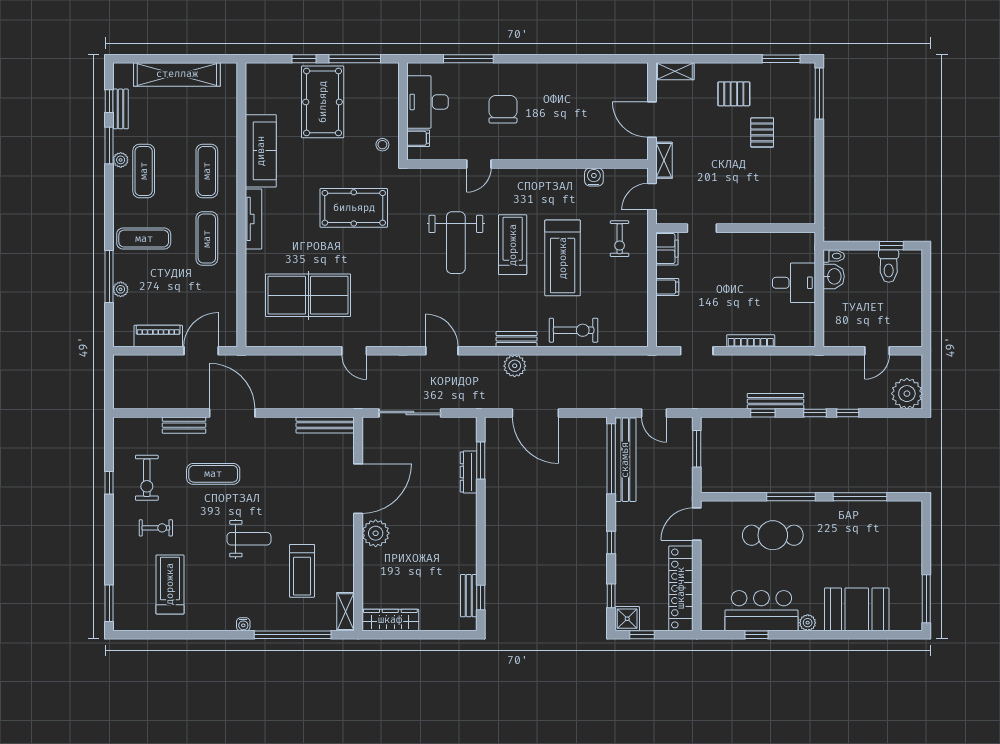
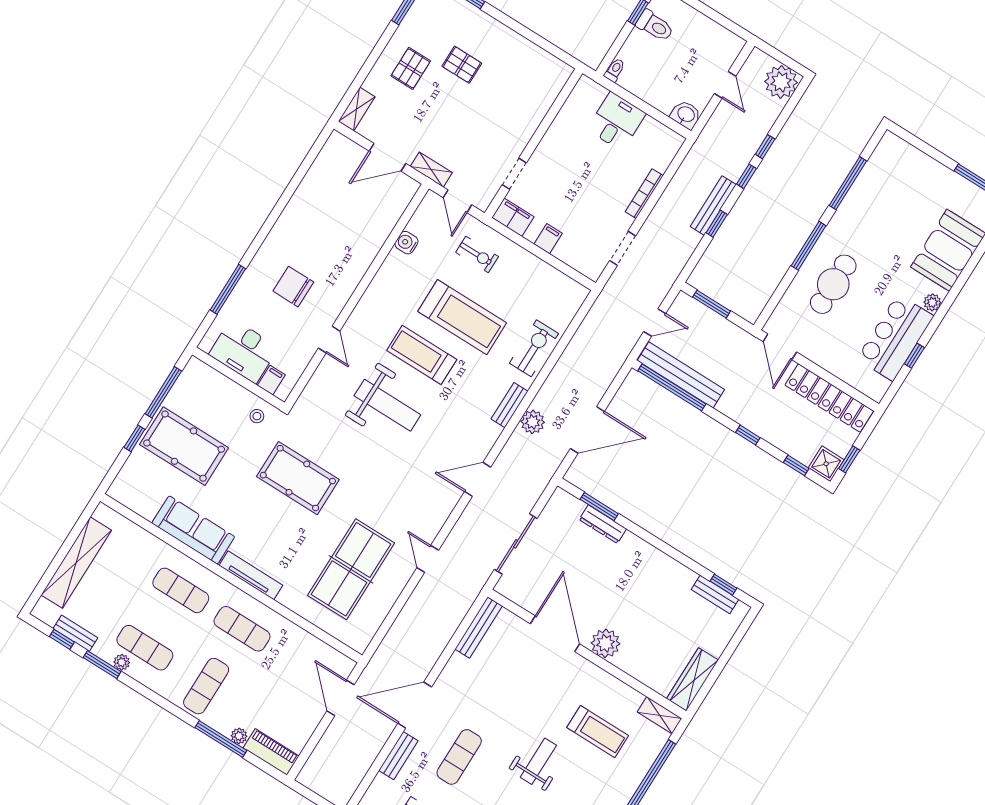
pool table: (354, 208) -> (298, 478), turned 90
washbasin: (834, 276) -> (686, 115), moved
piano: (158, 336) -> (271, 752), moved, turned 90
door: (354, 351) -> (428, 559), swing flipped

